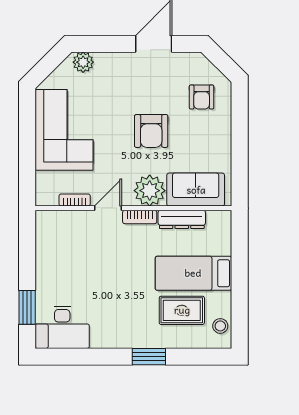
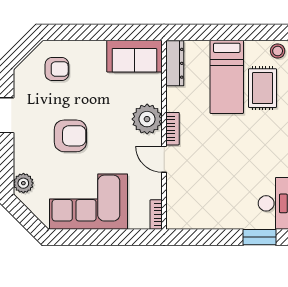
armchair: (151, 131) -> (70, 136), moved
sofa: (196, 190) -> (134, 56), moved, turned -90
bookcase: (75, 200) -> (156, 215), moved
dresser: (182, 219) -> (175, 63), moved

